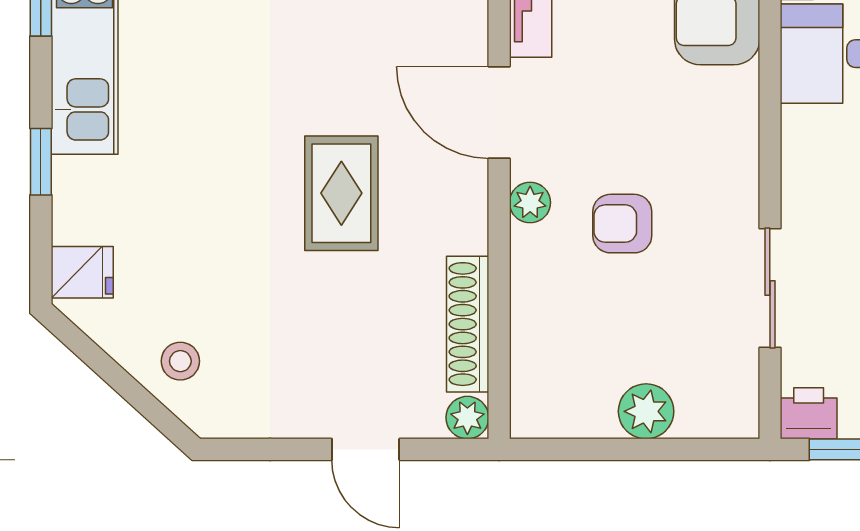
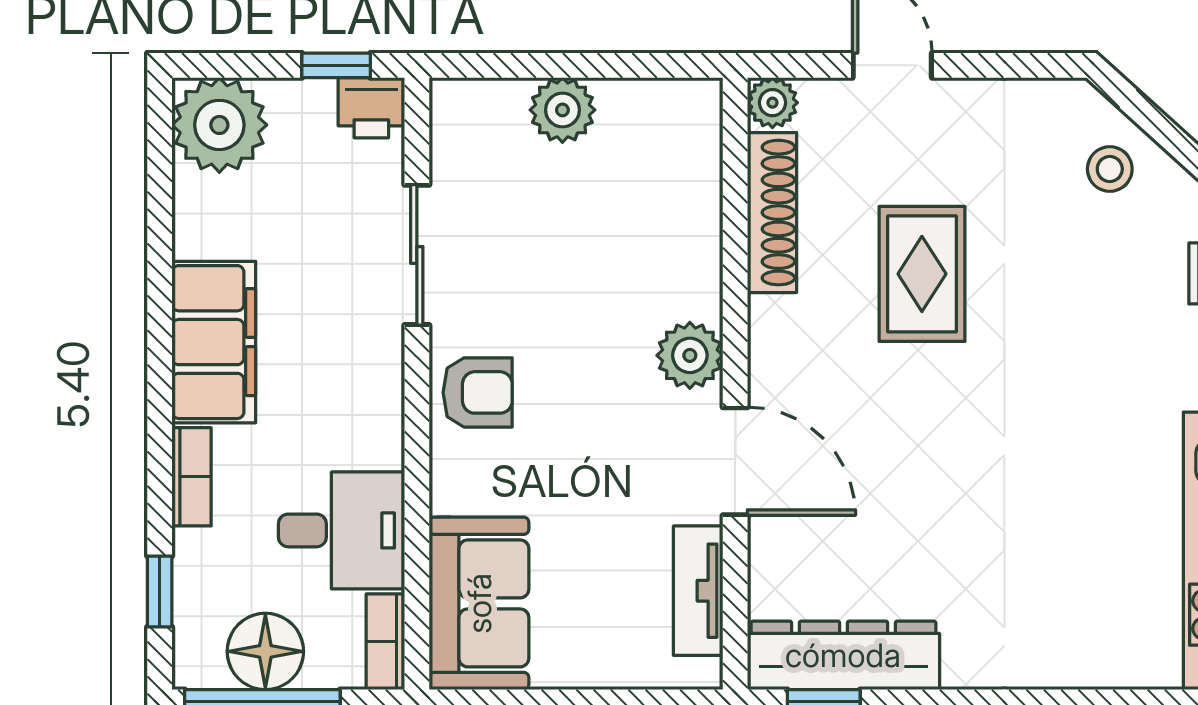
rug: (341, 193) -> (922, 274), moved
plant: (530, 203) -> (690, 355), width x1.38, depth x1.38
armchair: (622, 224) -> (478, 392), moved

